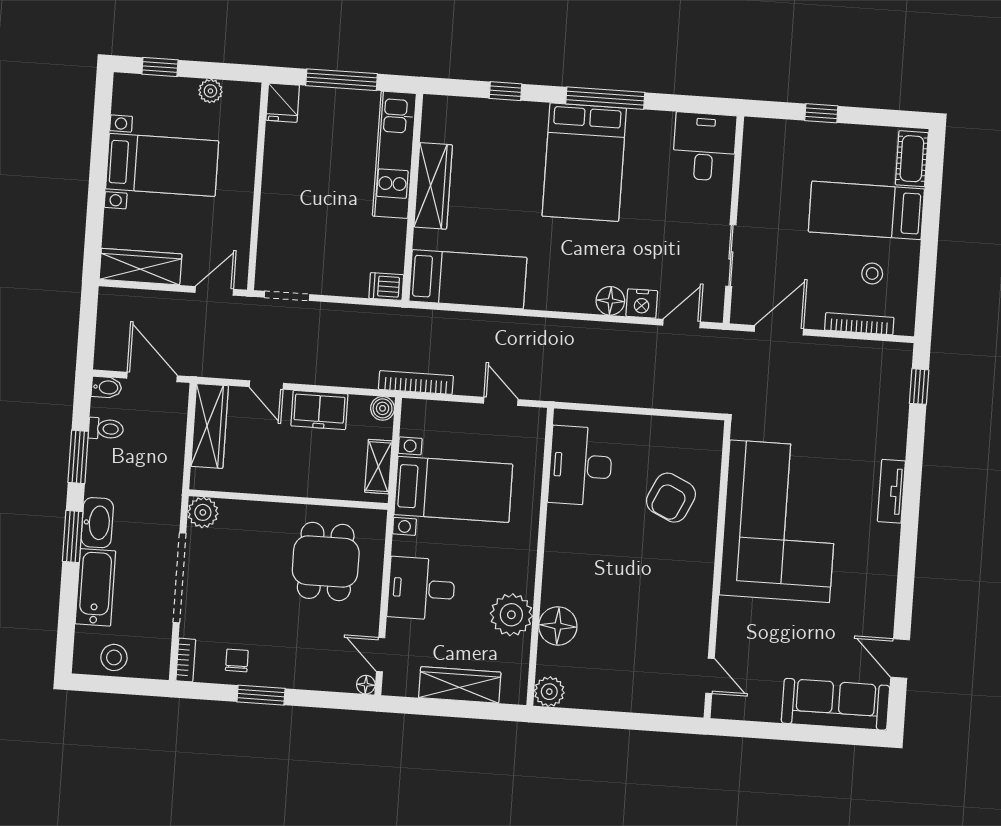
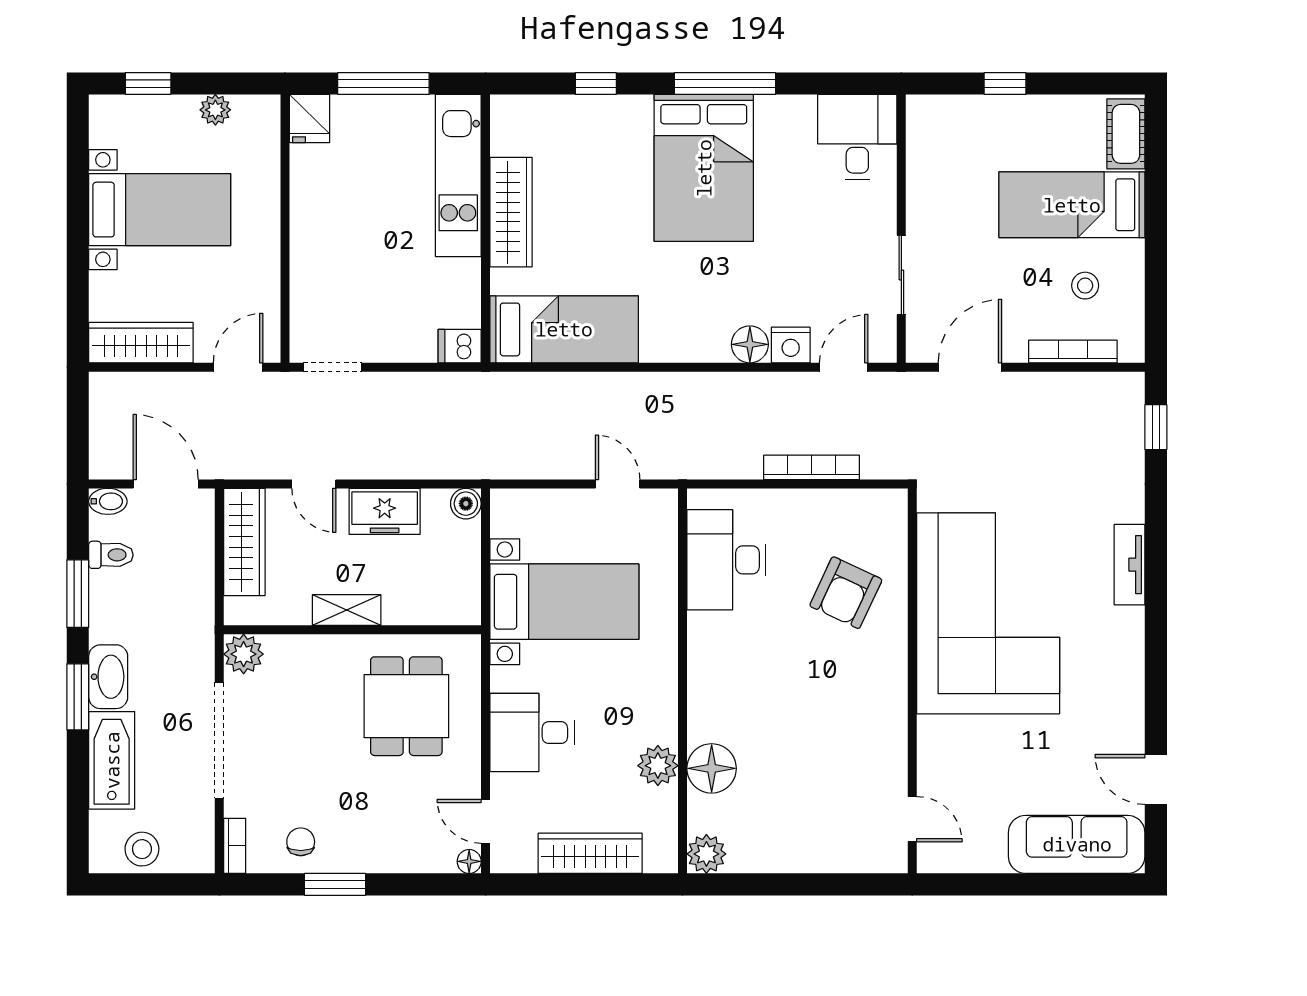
bookcase: (416, 383) -> (812, 467), moved
shelving: (378, 467) -> (347, 610), moved, turned 90
plant: (511, 615) -> (658, 766), width x0.73, depth x0.73

